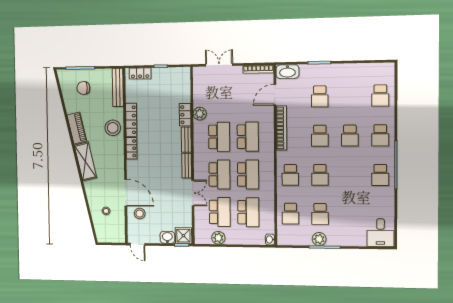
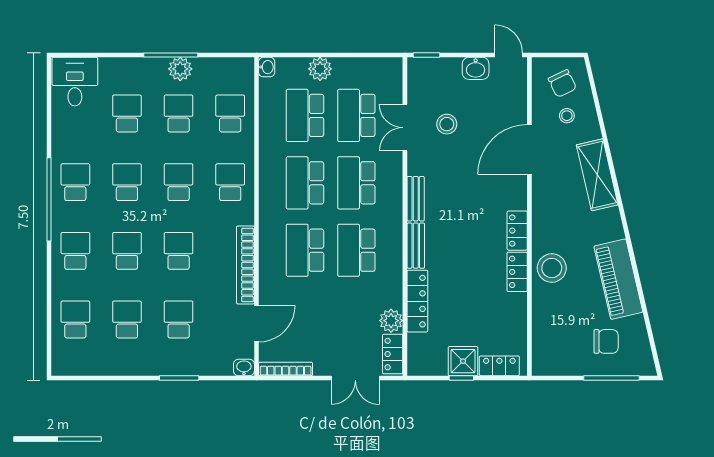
washbasin: (287, 72) -> (244, 368), width x0.52, depth x0.69
locker: (198, 79) -> (393, 354), added
bench: (118, 88) -> (541, 341), removed
school desk: (350, 96) -> (127, 320), added
plant: (200, 114) -> (391, 321), moved
locker: (185, 115) -> (417, 301), width x1.53
locker: (131, 120) -> (517, 272), width x0.66
piano: (77, 128) -> (618, 279), width x1.37, depth x1.33
shelving: (85, 161) -> (597, 175), moved
school desk: (350, 175) -> (127, 182), added
door: (126, 193) -> (529, 150), hinge flipped
double door: (193, 193) -> (405, 128), moved
stool: (140, 214) -> (447, 124), moved
school desk: (350, 214) -> (127, 114), added
chair: (109, 228) -> (562, 83), added
shower: (183, 236) -> (463, 361), moved
washbasin: (167, 237) -> (476, 68), moved
plant: (218, 238) -> (320, 69), moved

